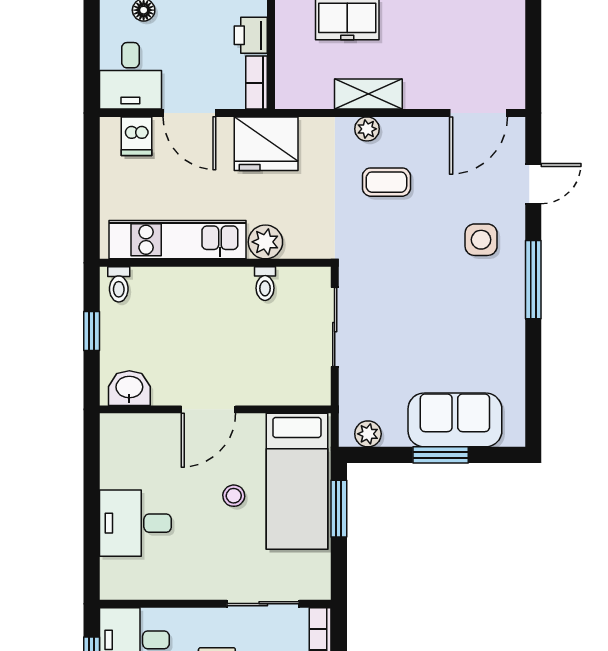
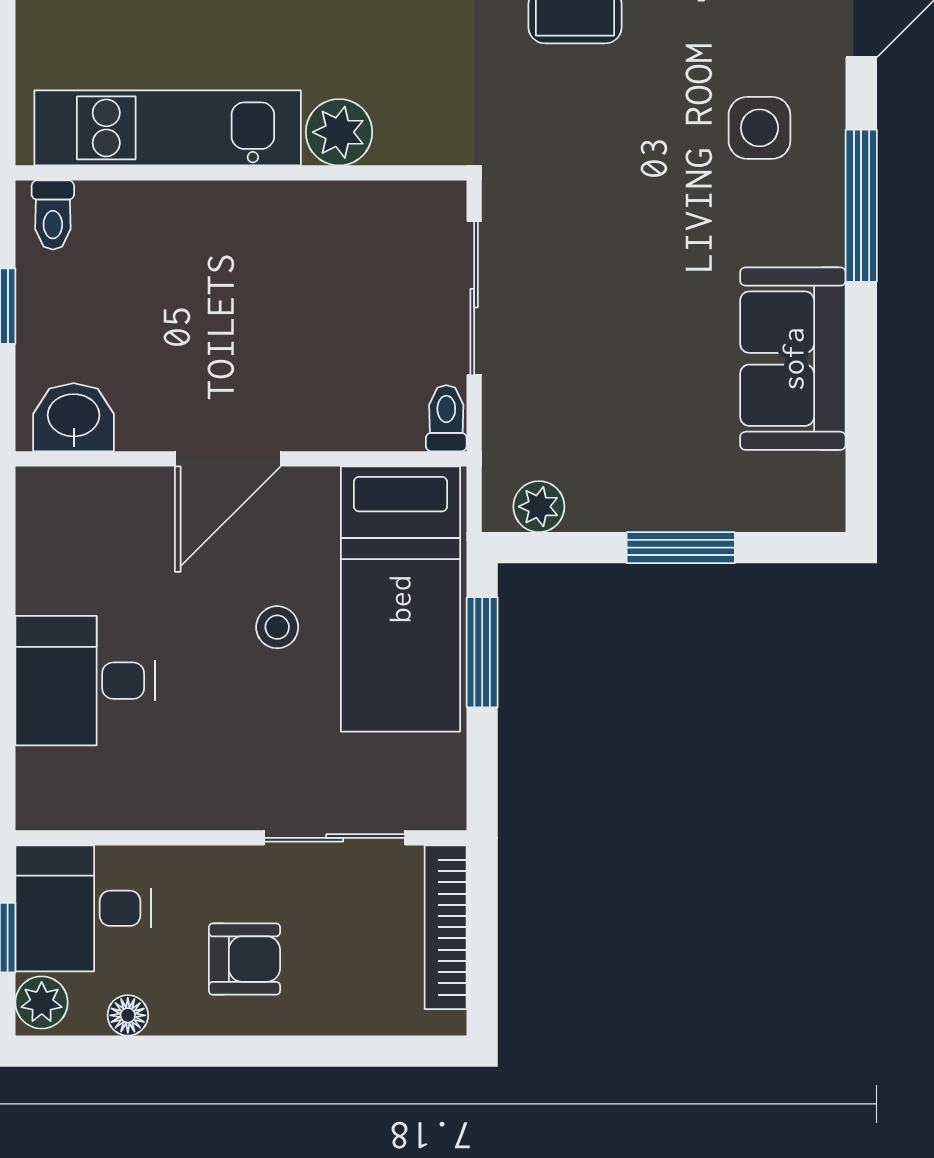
toilet: (265, 284) -> (446, 418), moved, turned 180
sofa: (455, 420) -> (793, 359), moved, turned -90

